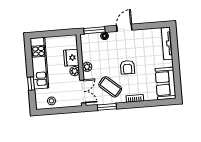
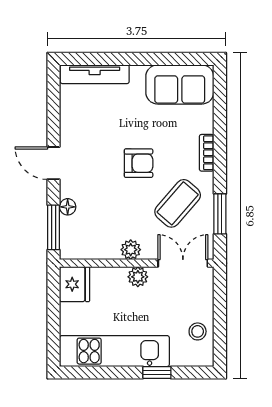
fridge: (71, 58) -> (75, 284), moved, turned -90

